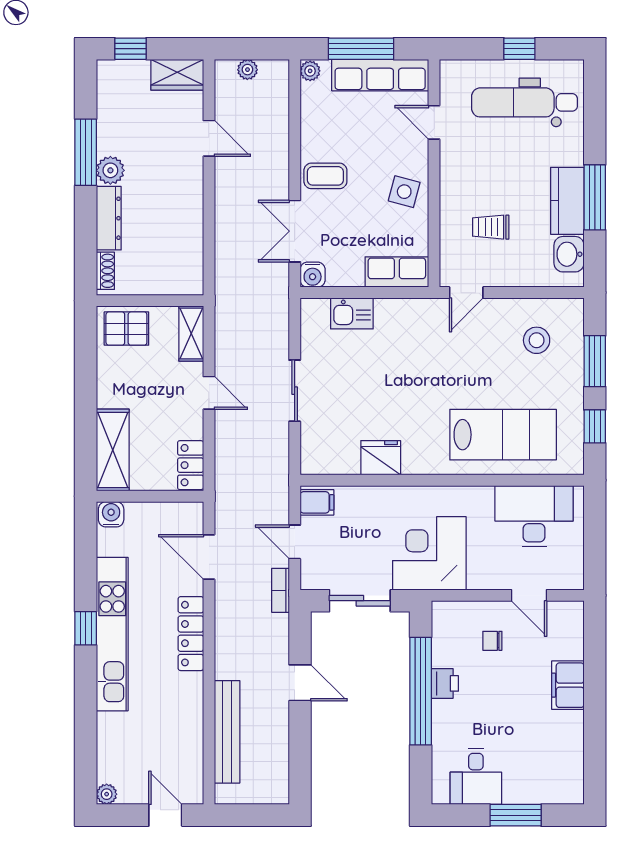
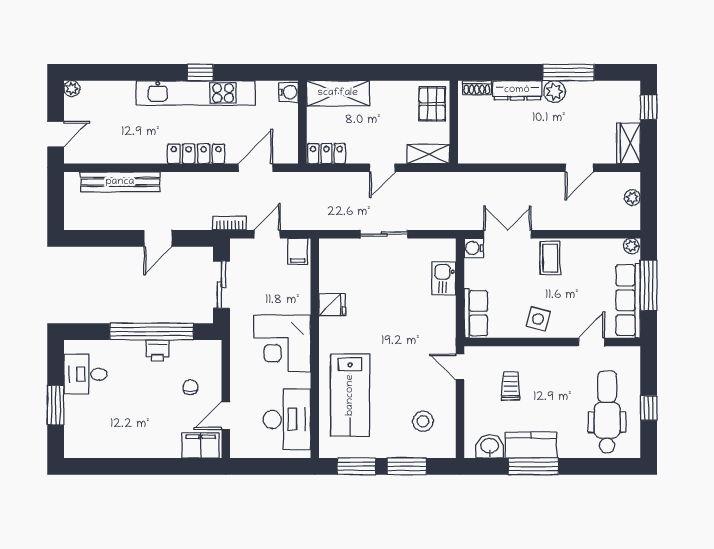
window: (595, 426) -> (356, 466), width x1.50
fridge: (381, 458) -> (332, 305), width x0.72
corner desk: (429, 553) -> (282, 344), moved, turned 180
filing cabinet: (568, 685) -> (201, 446), moved

